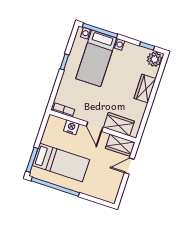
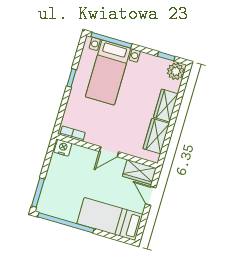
wardrobe: (119, 124) -> (156, 136), moved, turned -90
nightstand: (71, 127) -> (63, 148), moved
door: (95, 127) -> (109, 152), hinge flipped
bed: (61, 162) -> (110, 219), moved, turned 180
door: (129, 166) -> (151, 196), hinge flipped

